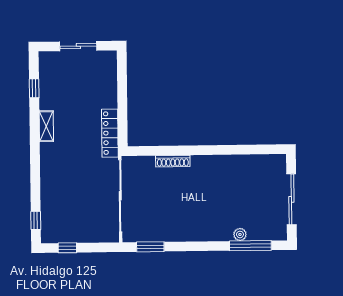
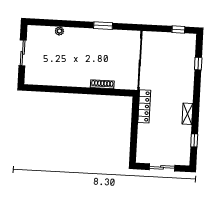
sliding door: (291, 199) -> (23, 53), width x0.73
window: (36, 221) -> (198, 64), moved
window: (250, 246) -> (53, 23), removed
window: (150, 247) -> (103, 26), moved

